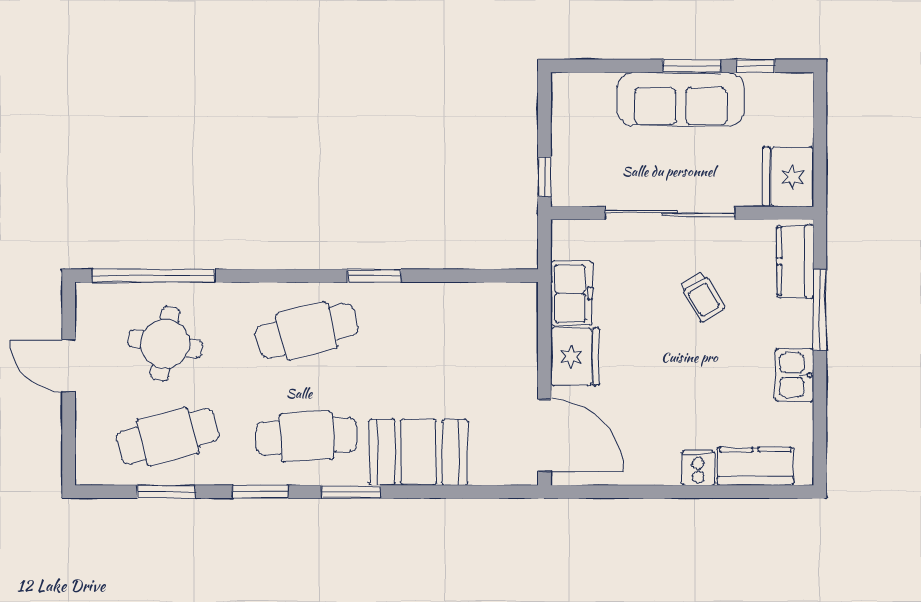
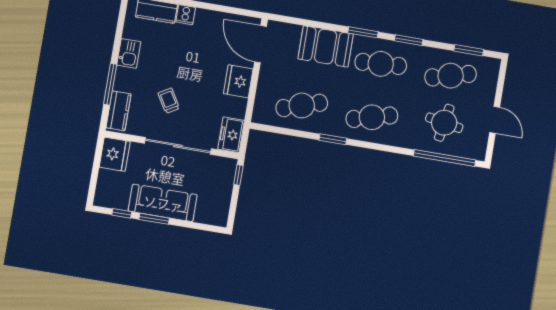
freezer: (572, 293) -> (231, 135), moved
cafe table: (445, 331) -> (302, 105), added
window: (166, 492) -> (469, 50), moved

